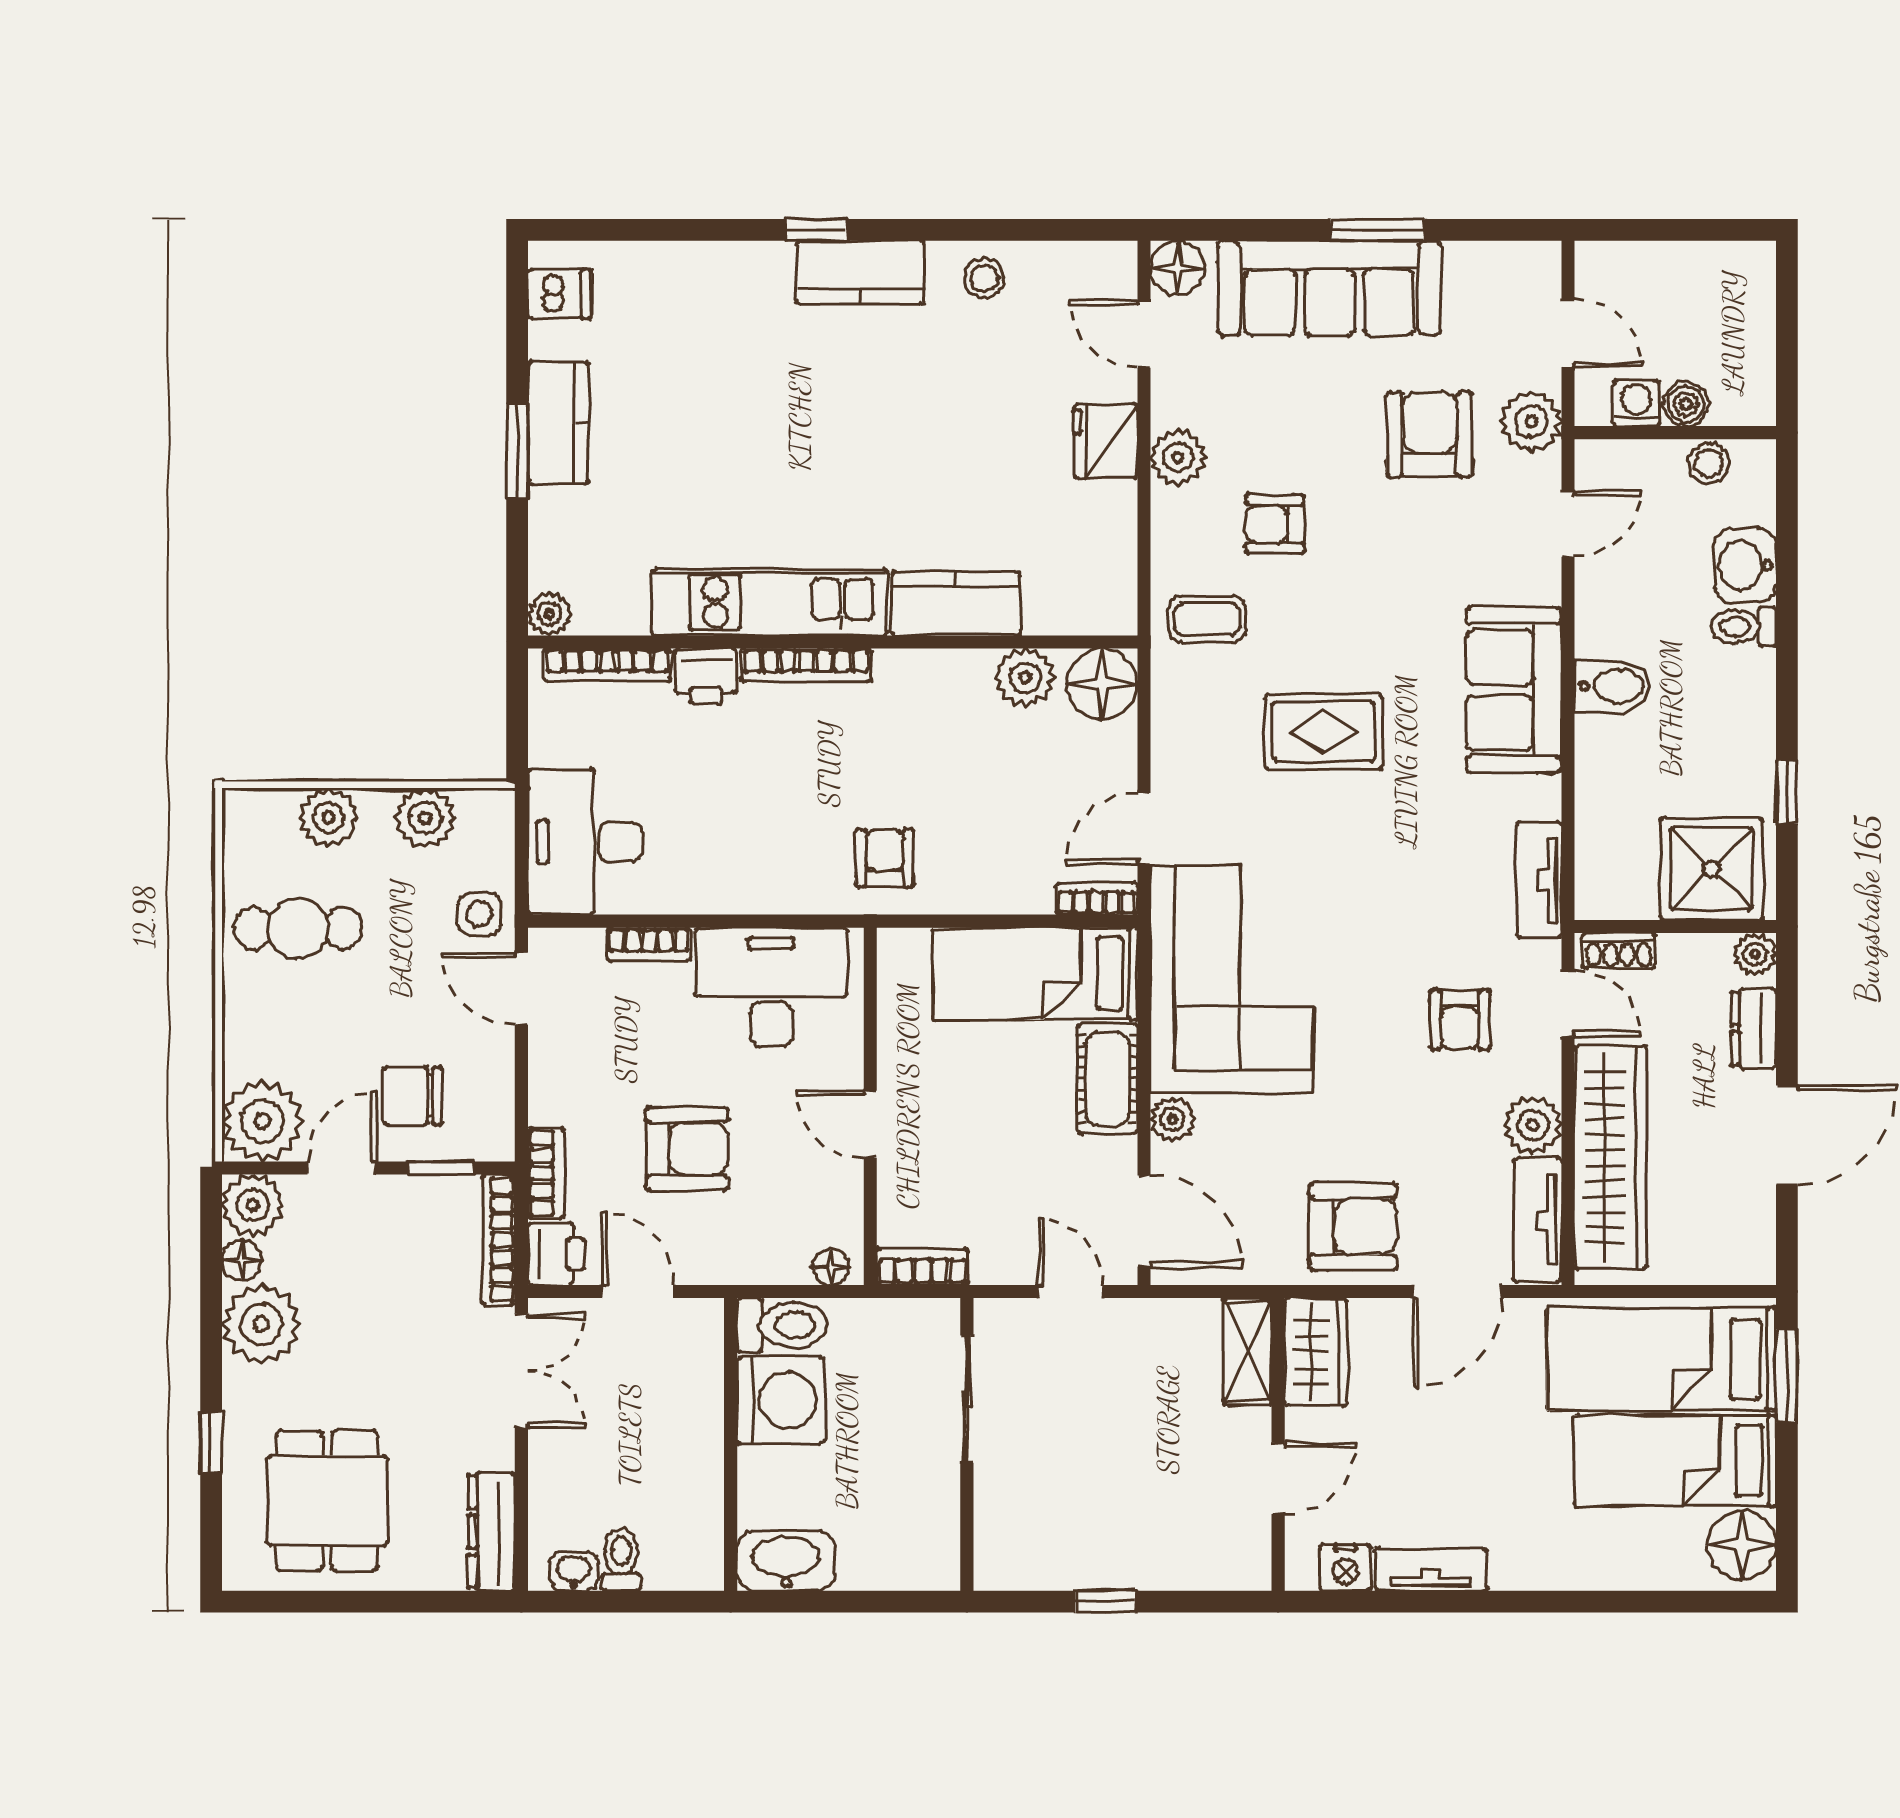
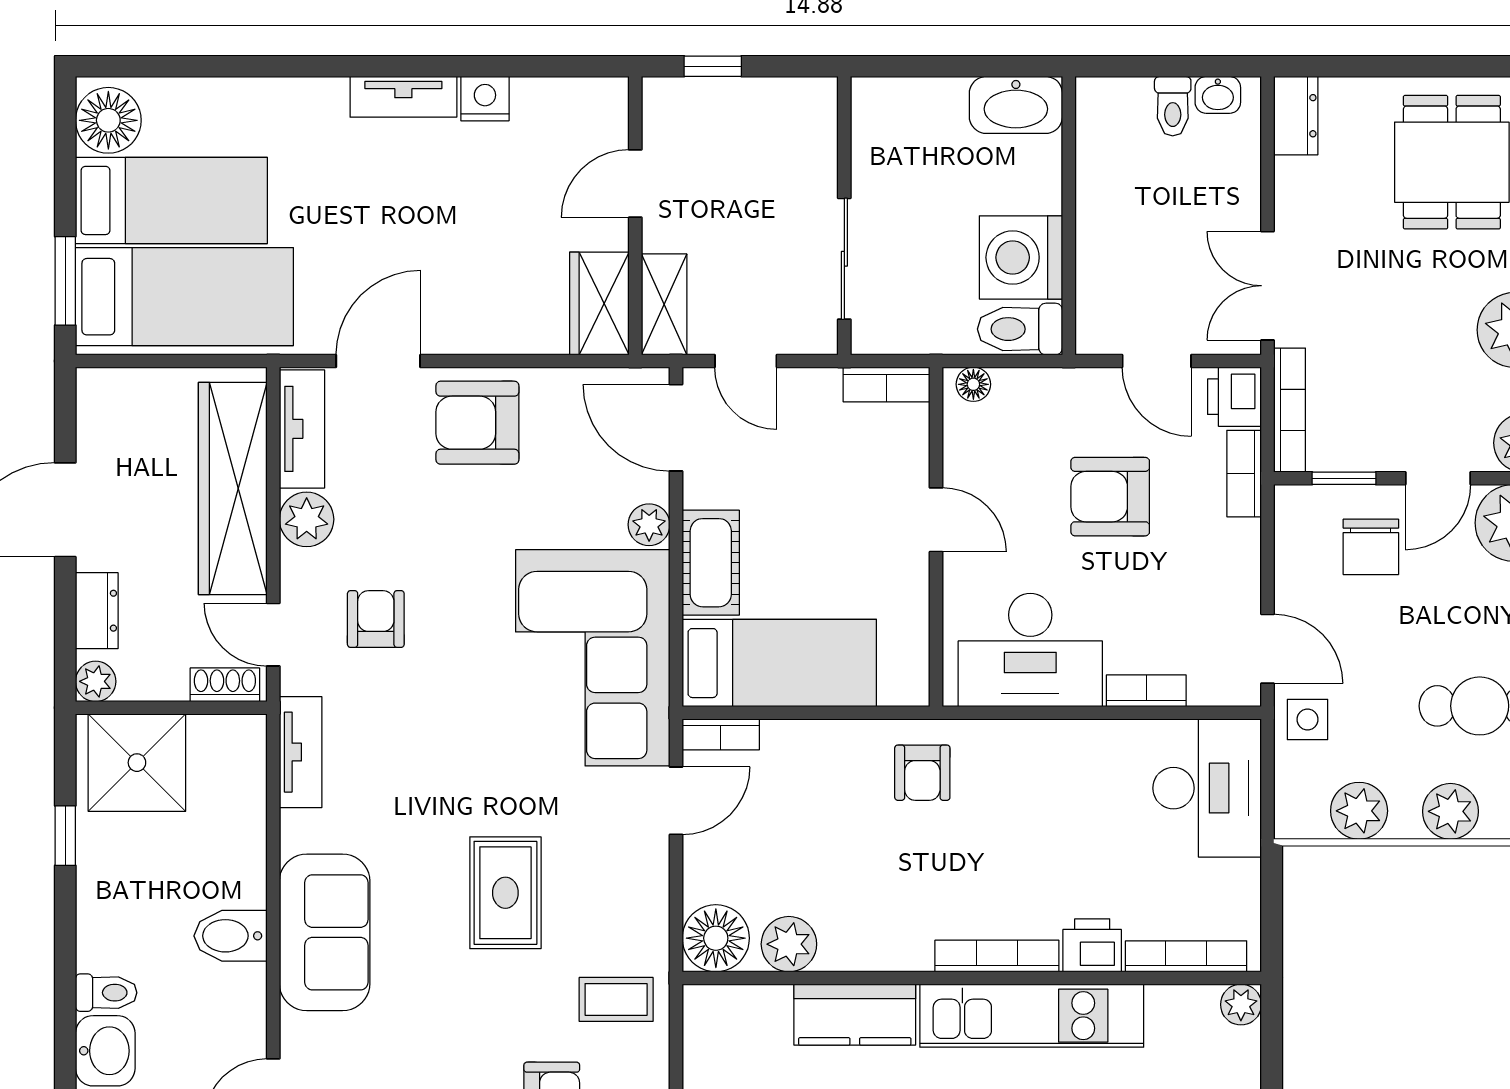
rug: (1324, 732) -> (505, 893), turned 90
chair: (413, 1096) -> (1371, 547), turned 90
shelving: (1248, 1351) -> (664, 304), moved
wardrobe: (1316, 1352) -> (599, 304), moved
wall: (1278, 1444) -> (635, 216), moved
door: (1278, 1478) -> (635, 183), moved
dresser: (492, 1532) -> (1296, 116), width x0.70

